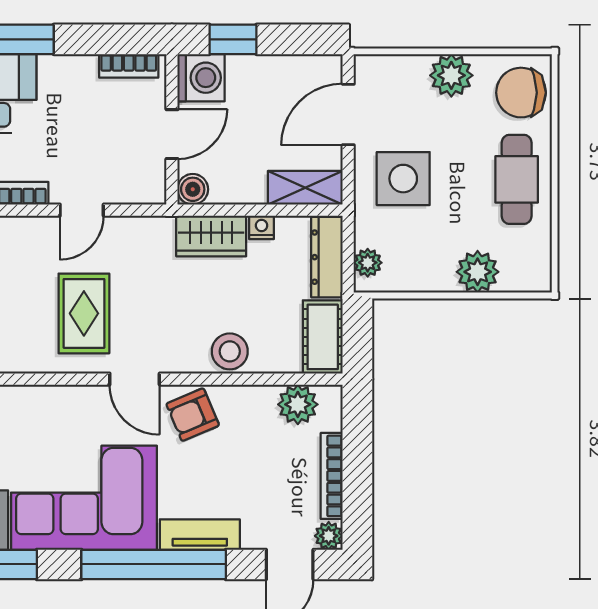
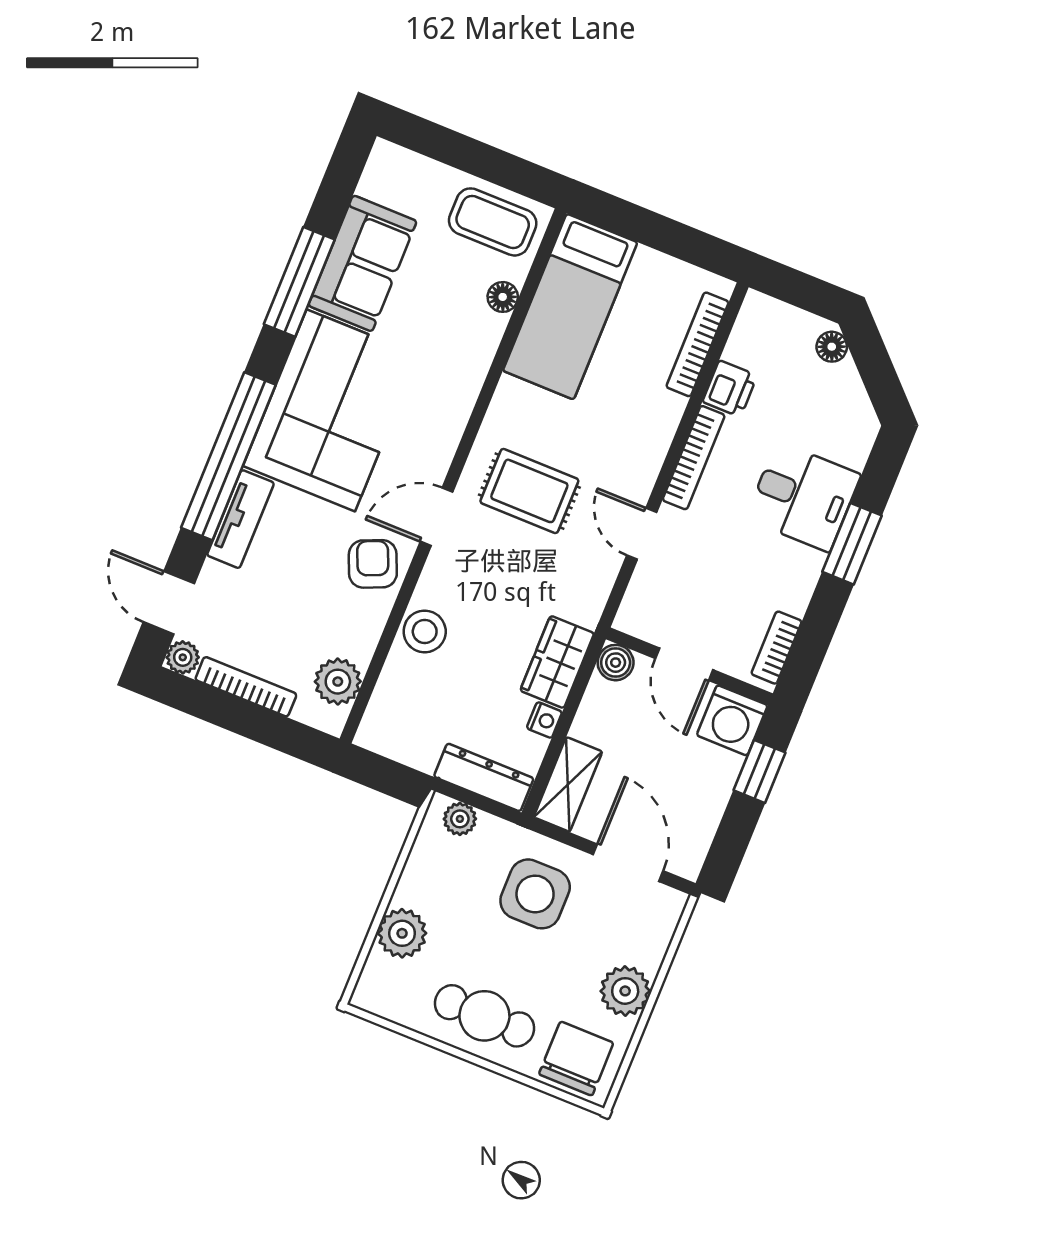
cot: (323, 337) -> (400, 738), removed

